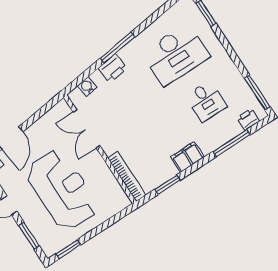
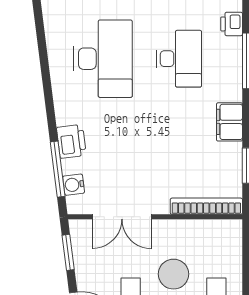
window: (118, 48) -> (58, 169), moved
desk: (206, 101) -> (179, 59), width x1.37
window: (43, 110) -> (68, 252), added

